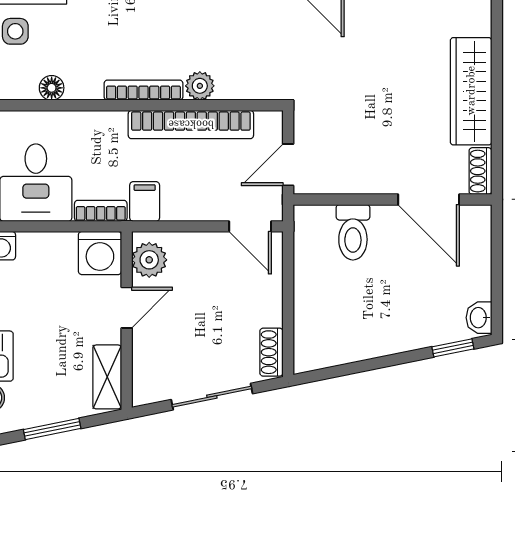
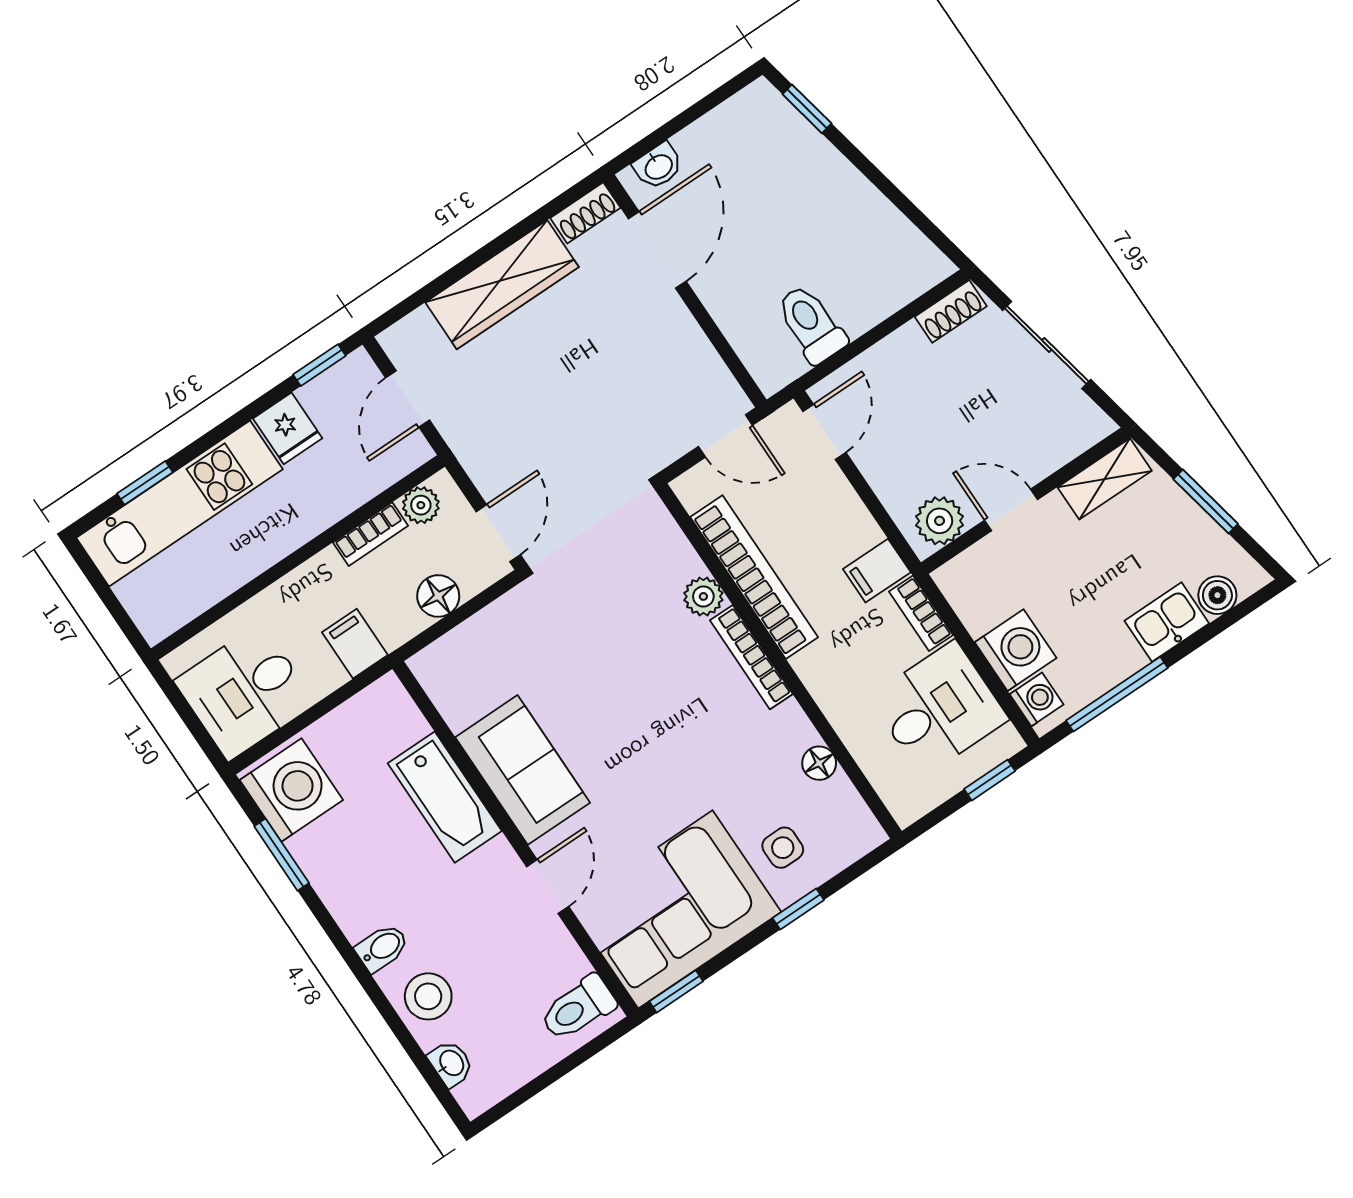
toilet: (353, 232) -> (811, 324), moved, turned -90
washing machine: (100, 253) -> (1016, 650), moved
washbasin: (479, 318) -> (658, 166), moved

